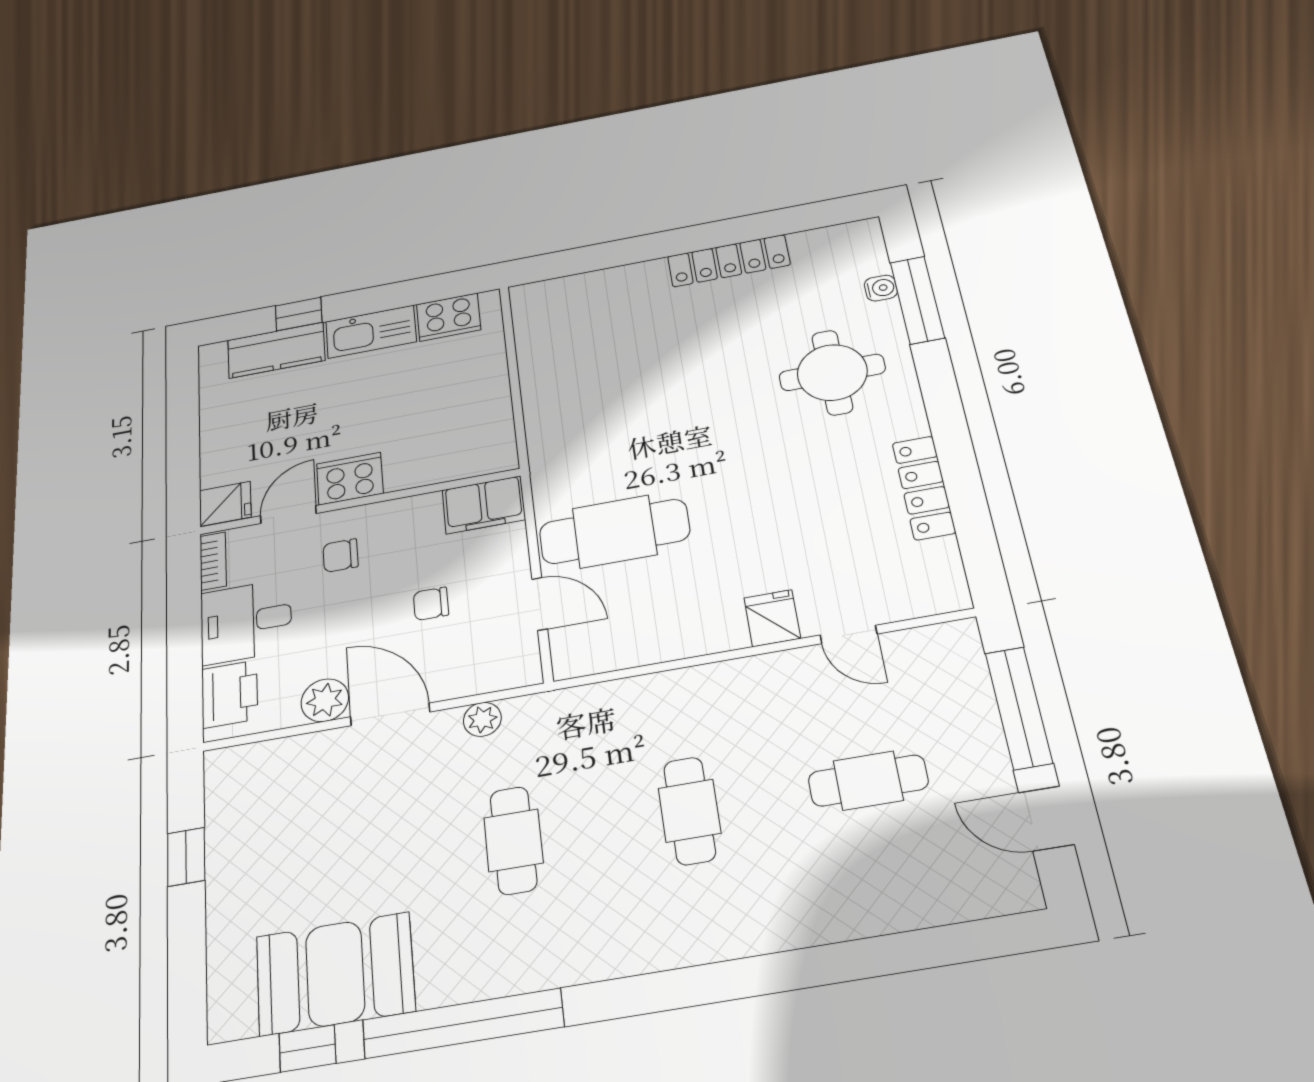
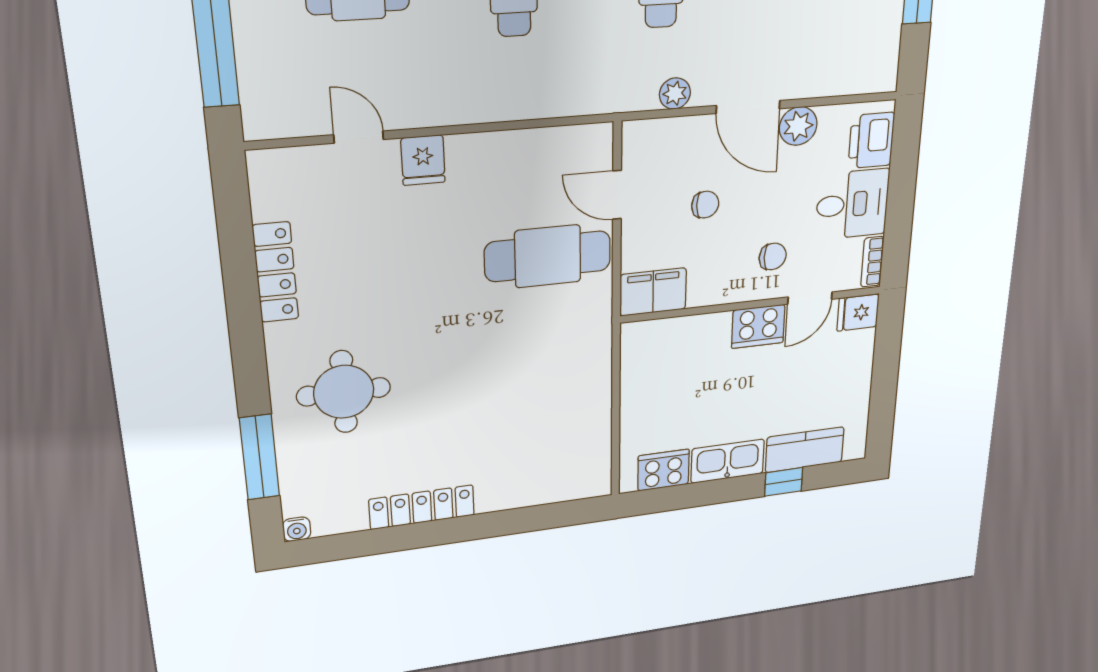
water cooler: (881, 288) -> (297, 529), moved, turned -90

